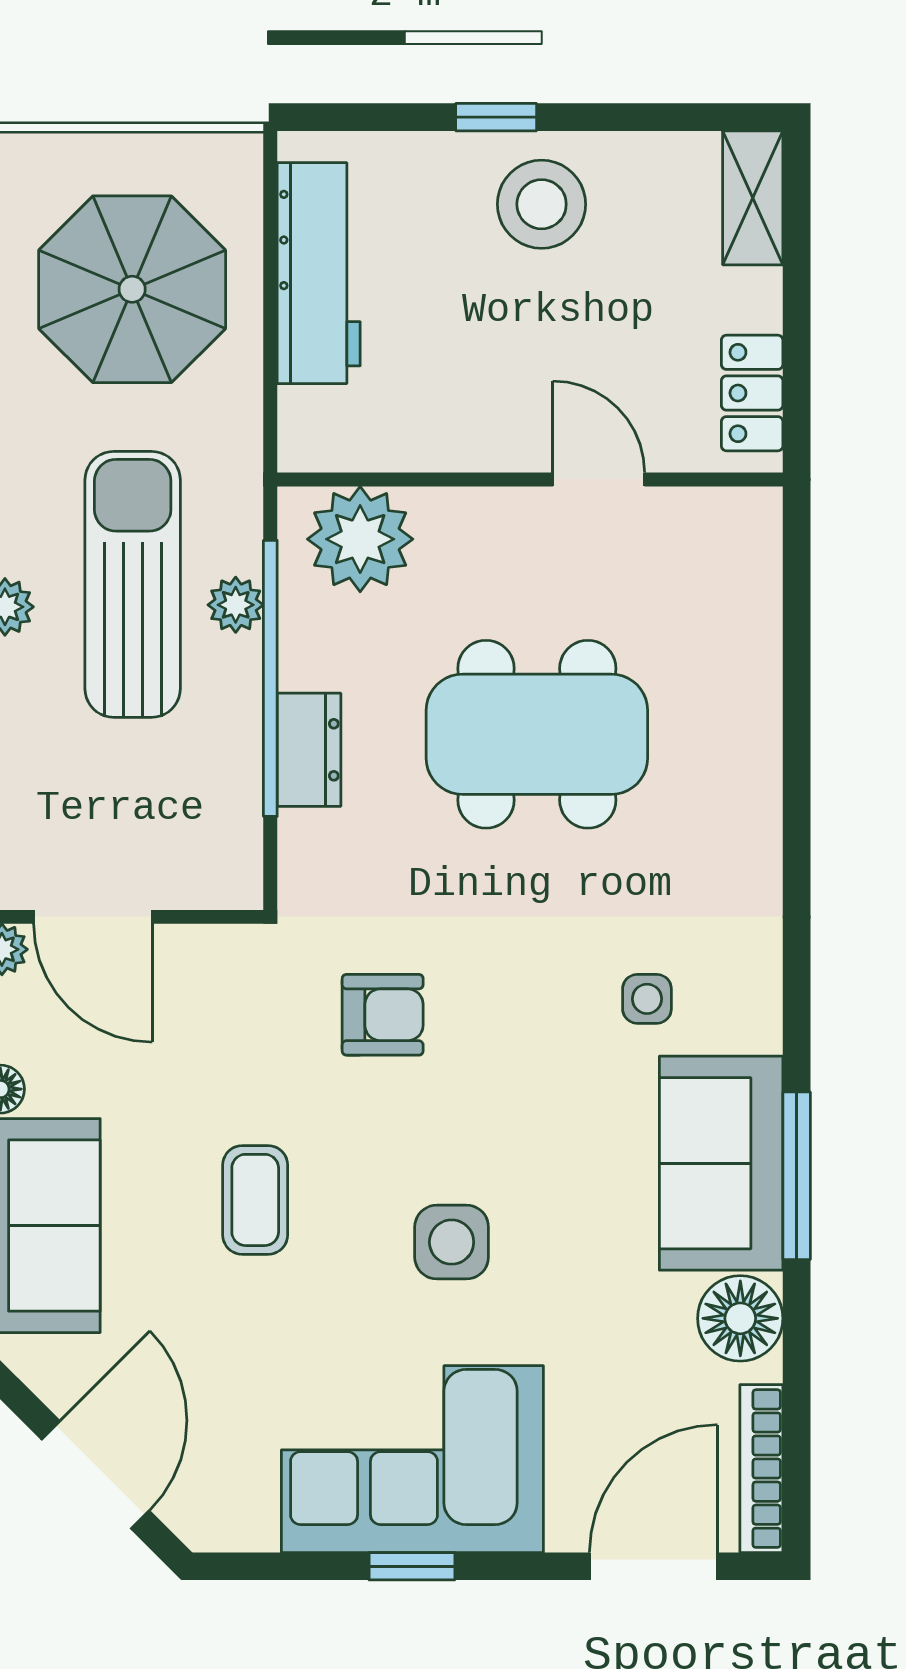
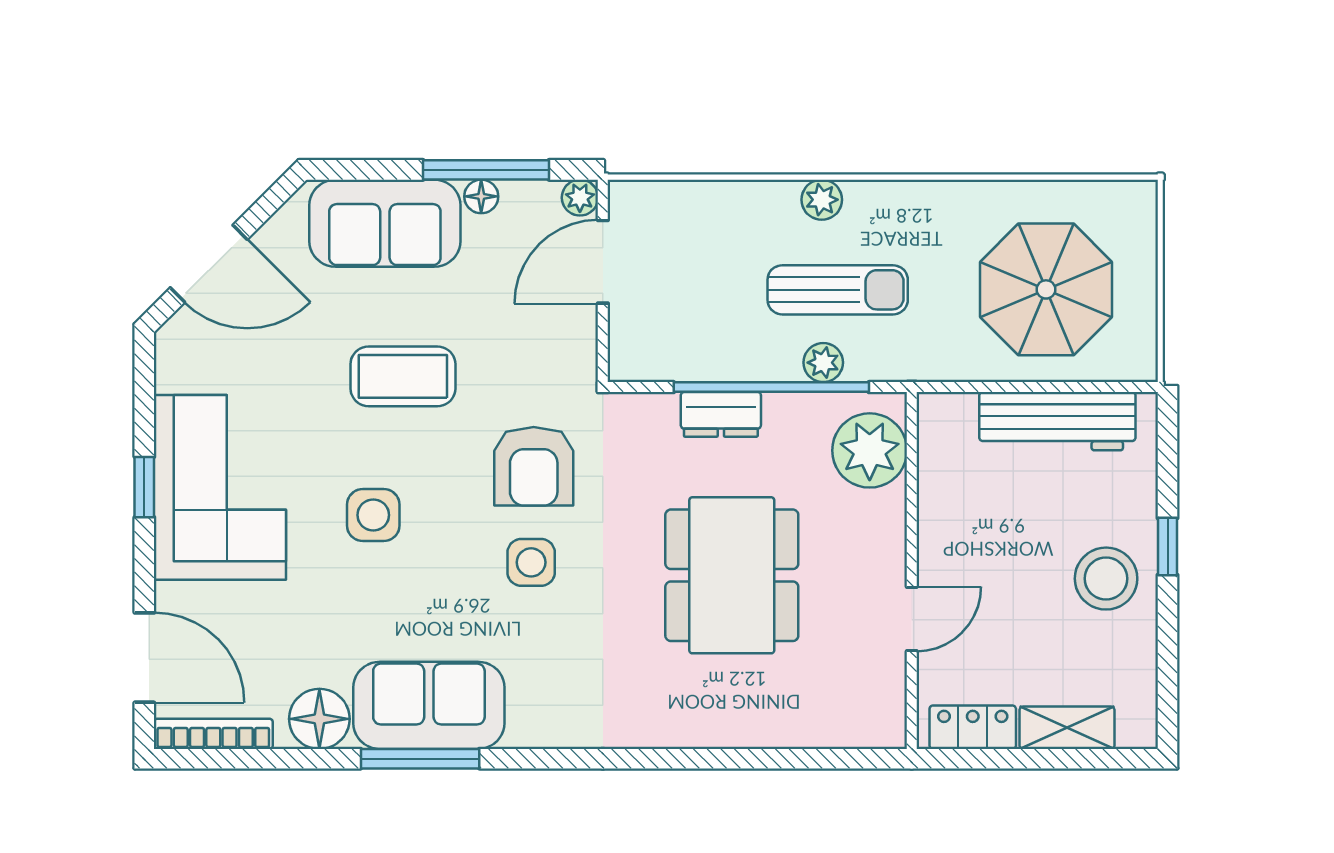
shelving: (753, 198) -> (1067, 728), moved
sun lounger: (133, 584) -> (838, 290), width x0.73, depth x0.75
side table: (647, 999) -> (531, 562), moved, width x1.37, depth x1.37
armchair: (383, 1015) -> (534, 466), width x1.38, depth x1.38
coffee table: (255, 1200) -> (403, 376), width x1.36, depth x1.30

